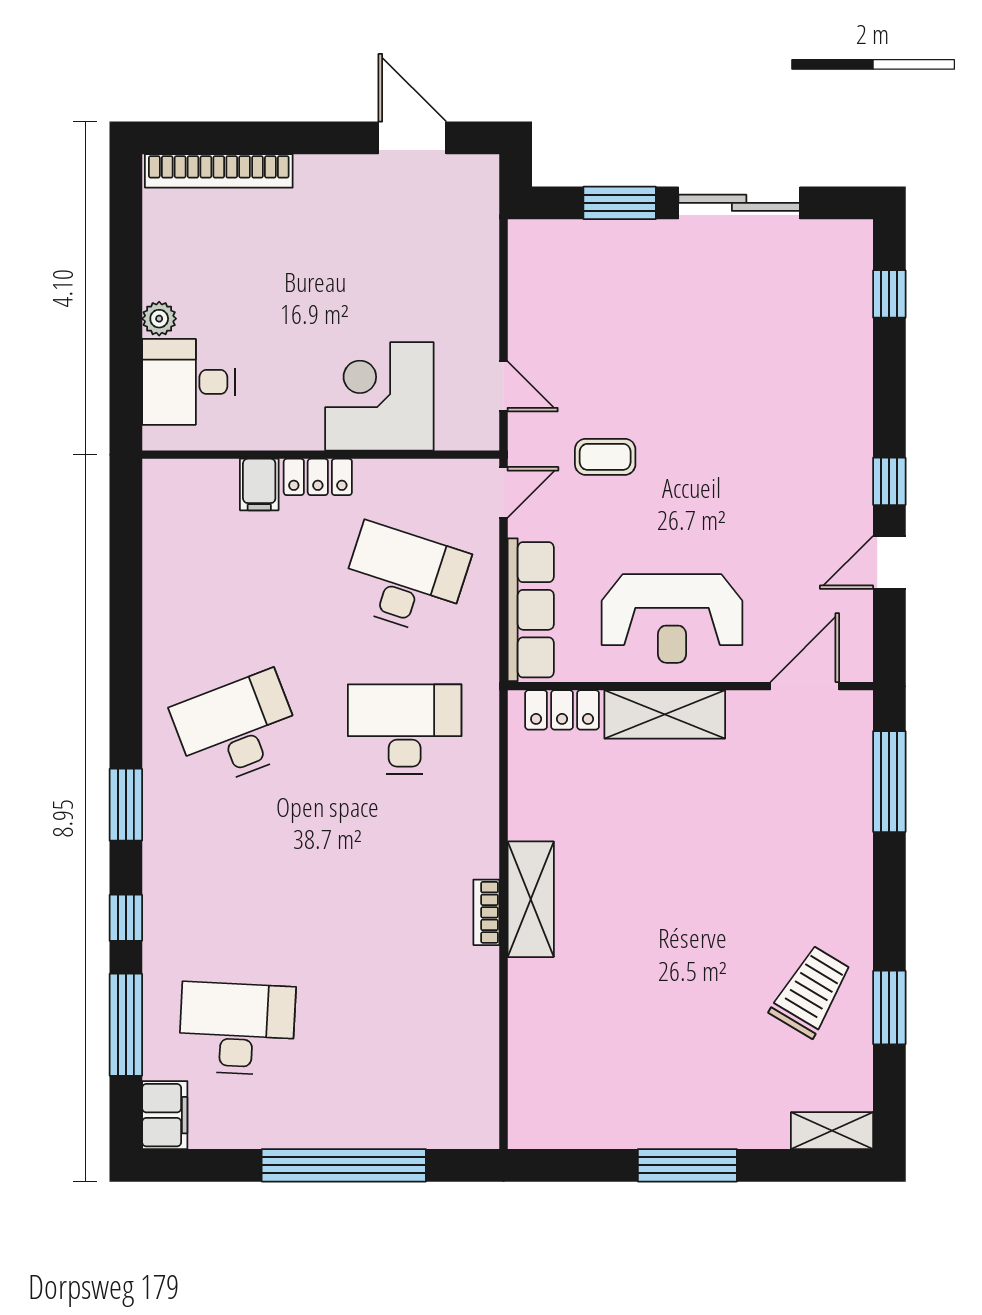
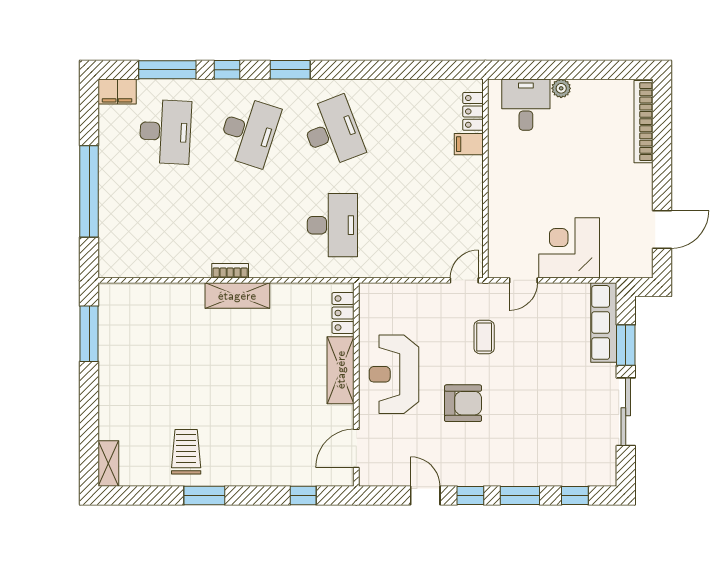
window: (889, 393) -> (520, 495), added
corner desk: (379, 396) -> (569, 248), moved, turned -90
locker: (318, 477) -> (473, 111), moved
door: (504, 492) -> (464, 280), swing flipped
armchair: (724, 495) -> (463, 403), added
desk: (405, 579) -> (249, 132), moved
row of seats: (531, 610) -> (604, 322), moved, turned 90
door: (805, 686) -> (356, 448), swing flipped
window: (889, 782) -> (303, 495), width x0.46
trolley: (811, 991) -> (186, 452), turned -121
window: (889, 1007) -> (204, 495), moved
window: (687, 1165) -> (89, 334), moved

